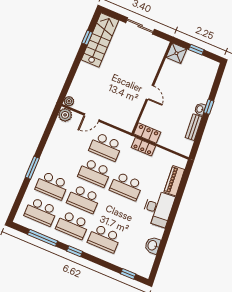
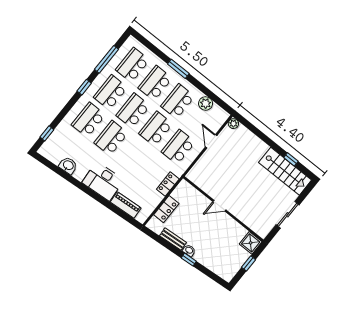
plant: (65, 115) -> (206, 103), moved
locker: (147, 133) -> (166, 209), moved
school desk: (63, 159) -> (178, 101), added
school desk: (126, 186) -> (111, 138), moved

